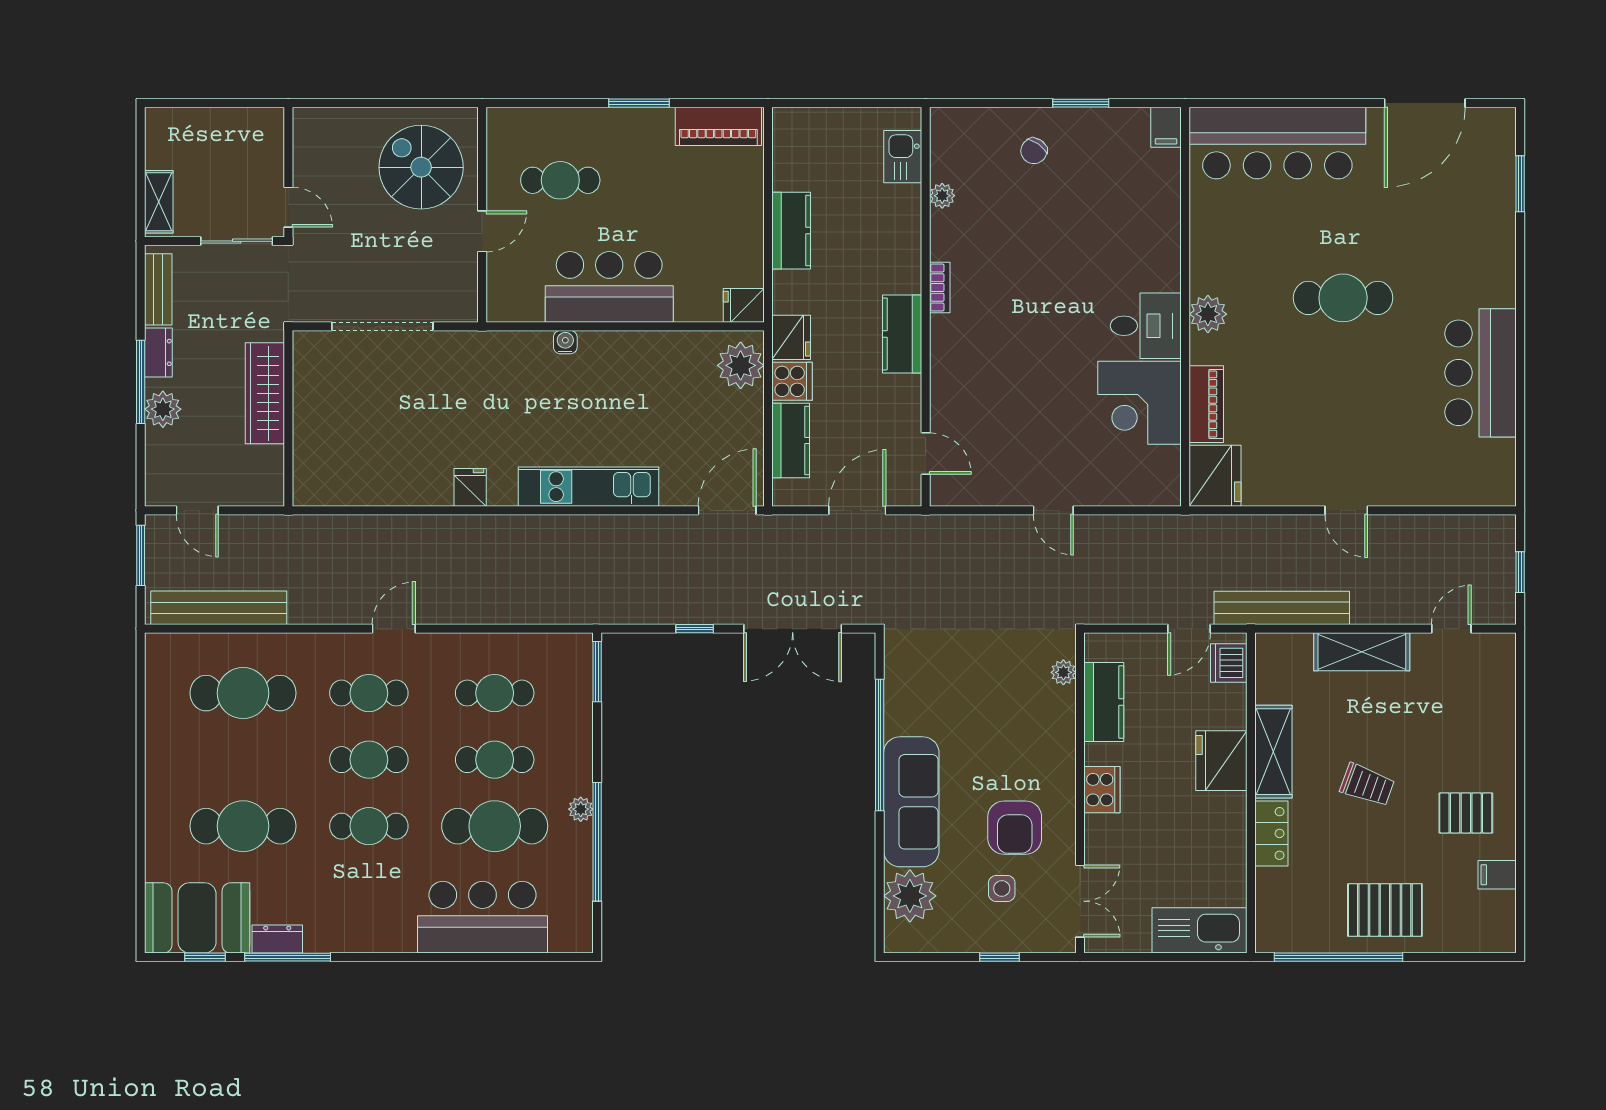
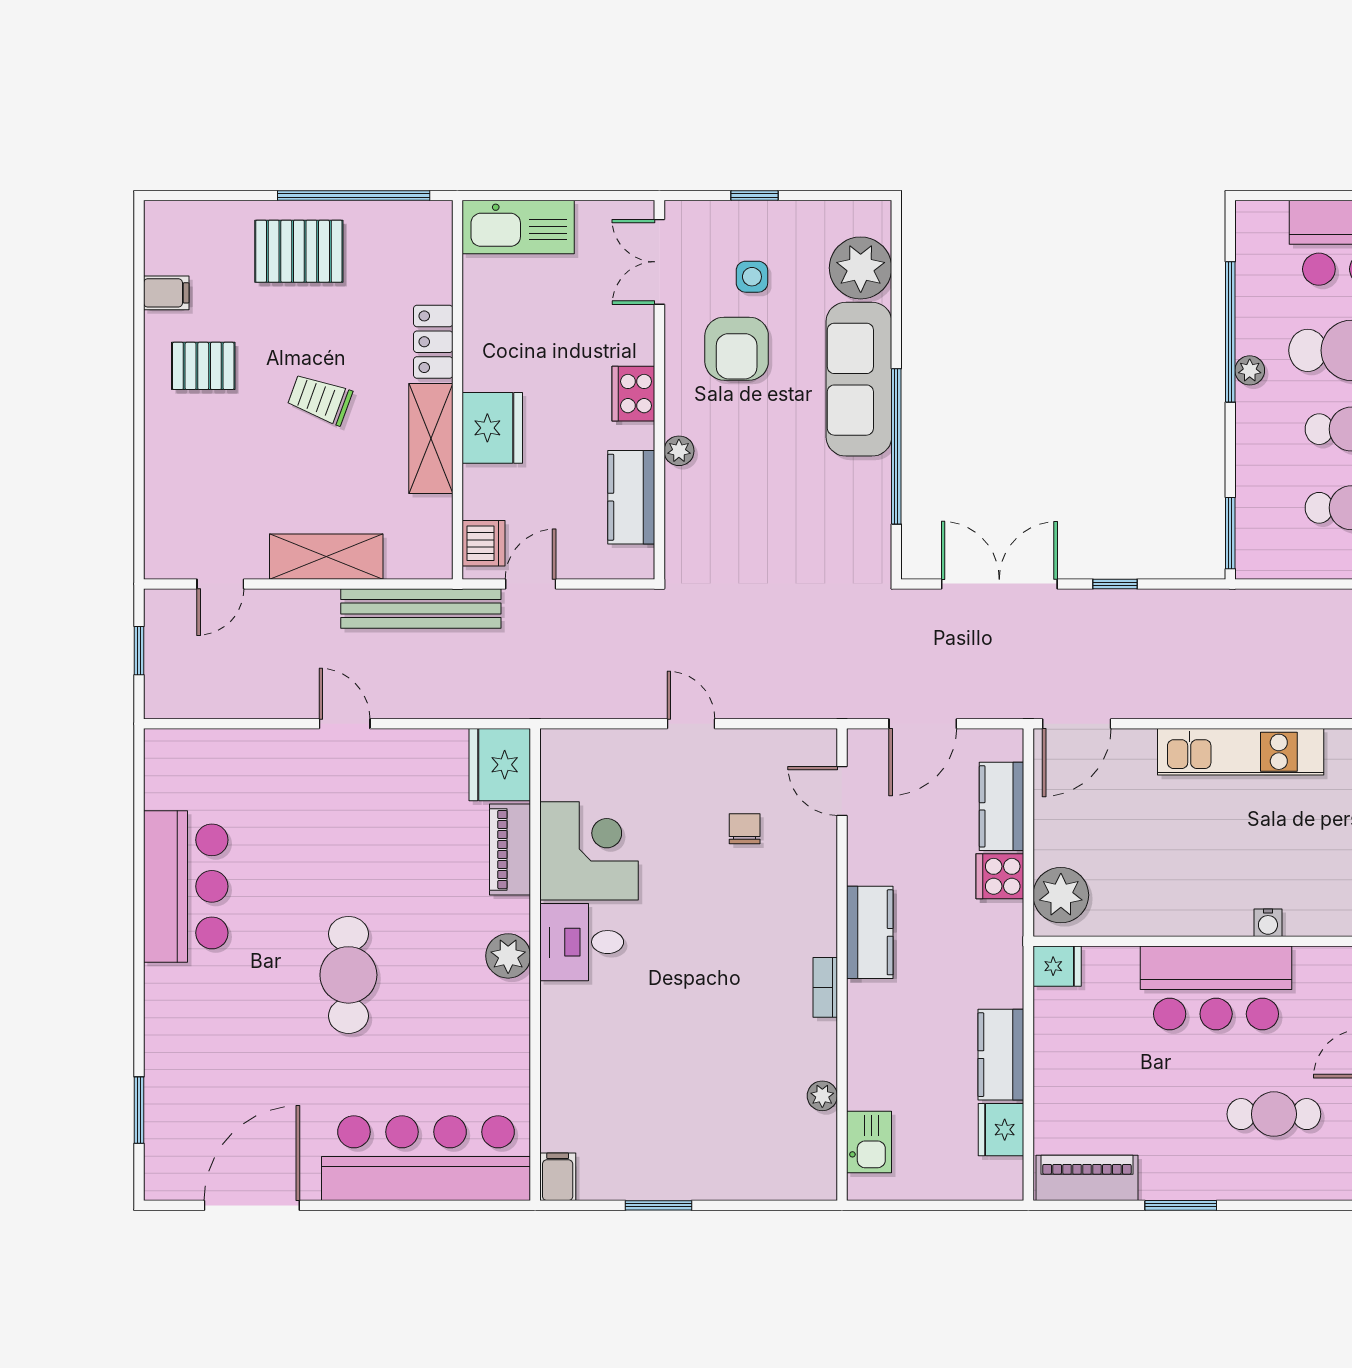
chair: (1034, 151) -> (745, 829), moved, turned -35
cafe table: (1343, 298) -> (348, 975), turned 90
fridge: (791, 337) -> (1001, 1130), moved
plant: (1063, 672) -> (679, 451), moved
armchair: (1015, 828) -> (737, 349), turned 180

